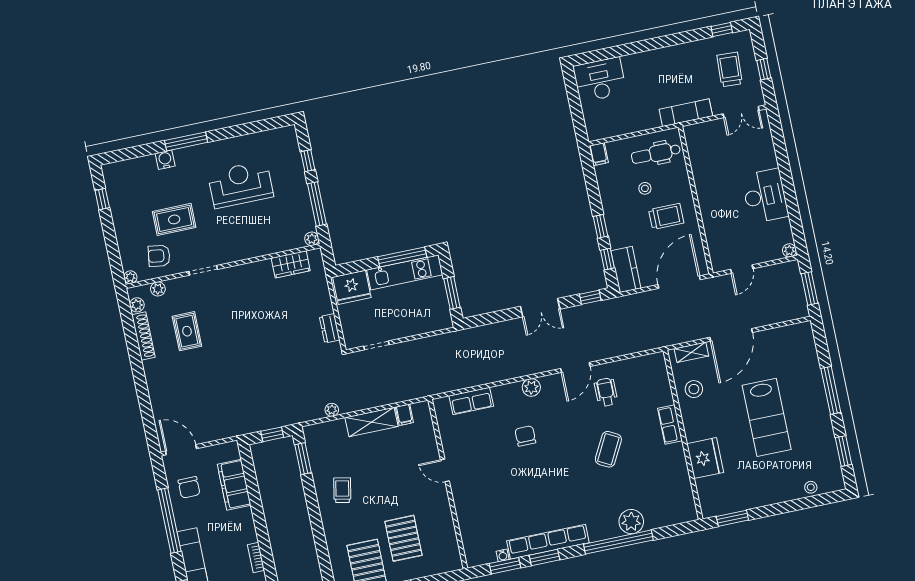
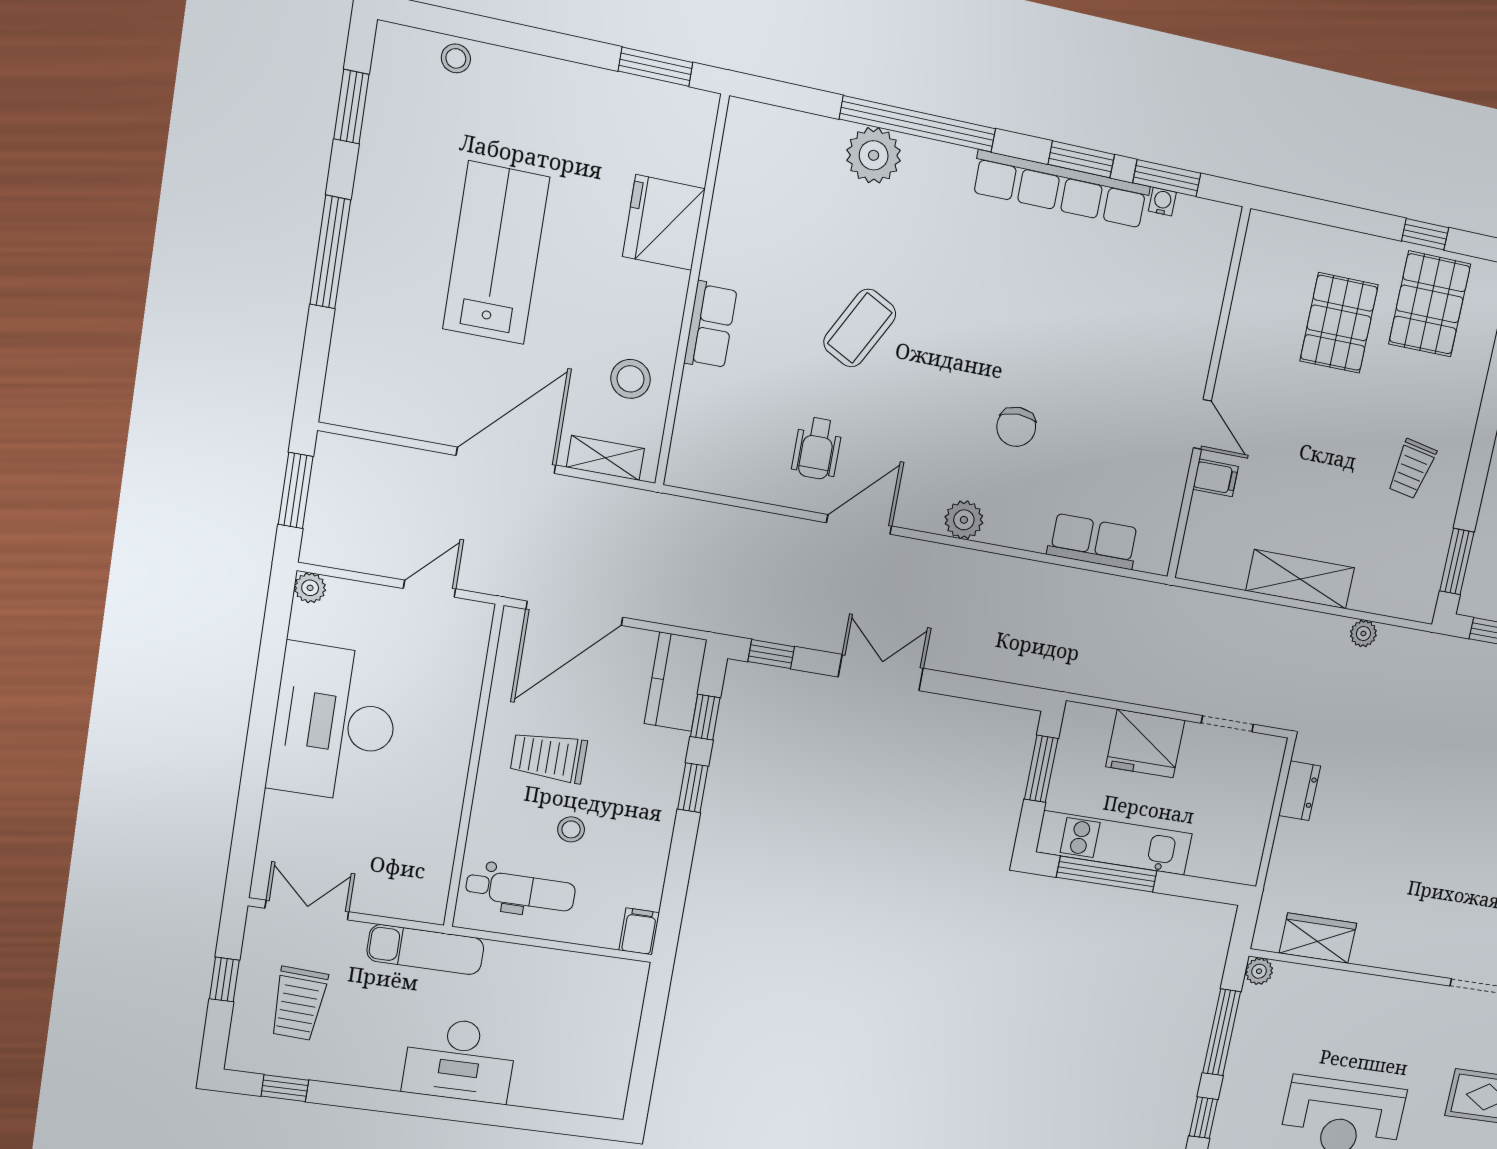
desk: (600, 80) -> (460, 1060), moved
desk: (765, 196) -> (334, 723), width x1.36, depth x1.30
fridge: (352, 287) -> (1145, 744), moved, turned 180
filing cabinet: (404, 415) -> (1216, 478), moved, turned 90

